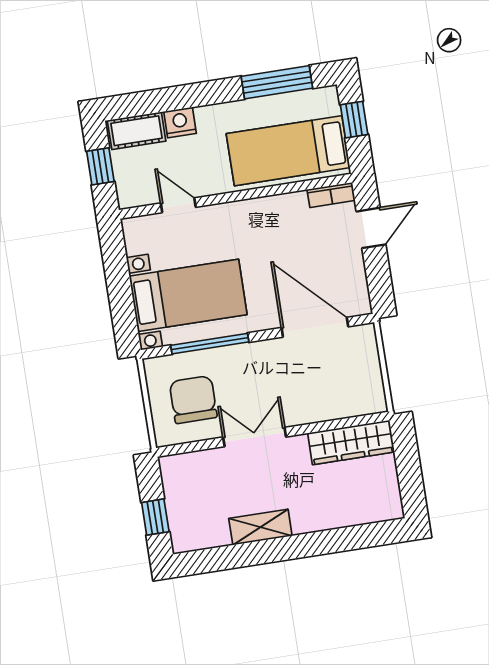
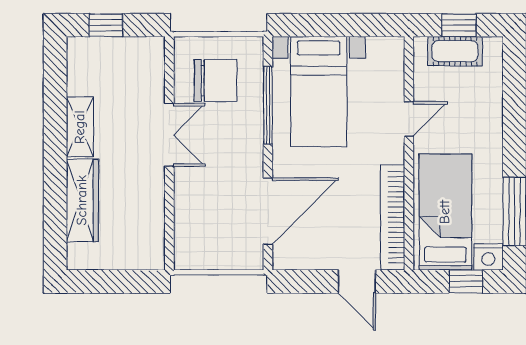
nightstand: (180, 122) -> (488, 257), moved, turned 90
cot: (137, 131) -> (455, 51), moved, turned 90
bookcase: (331, 195) -> (393, 217), width x2.31, depth x1.31
door: (178, 205) -> (409, 119), moved
wardrobe: (351, 442) -> (82, 200), moved, turned 180

